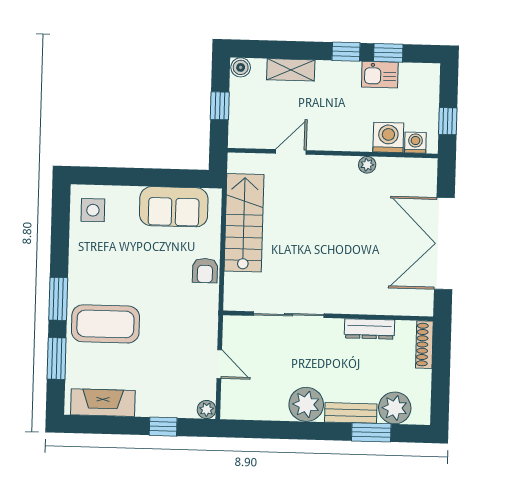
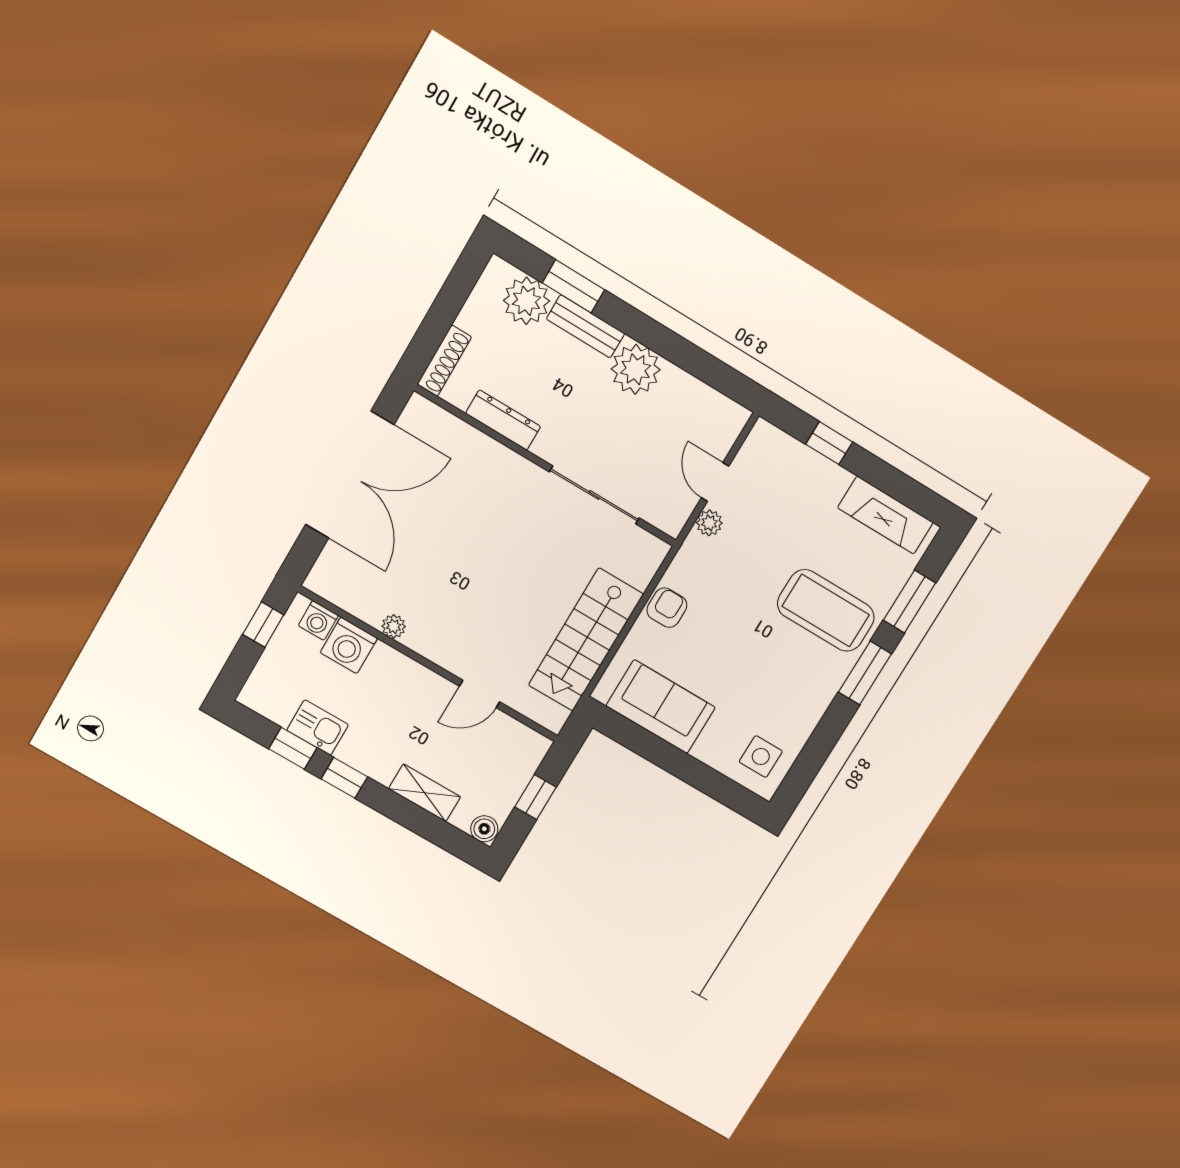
plant: (207, 410) -> (709, 523), moved

